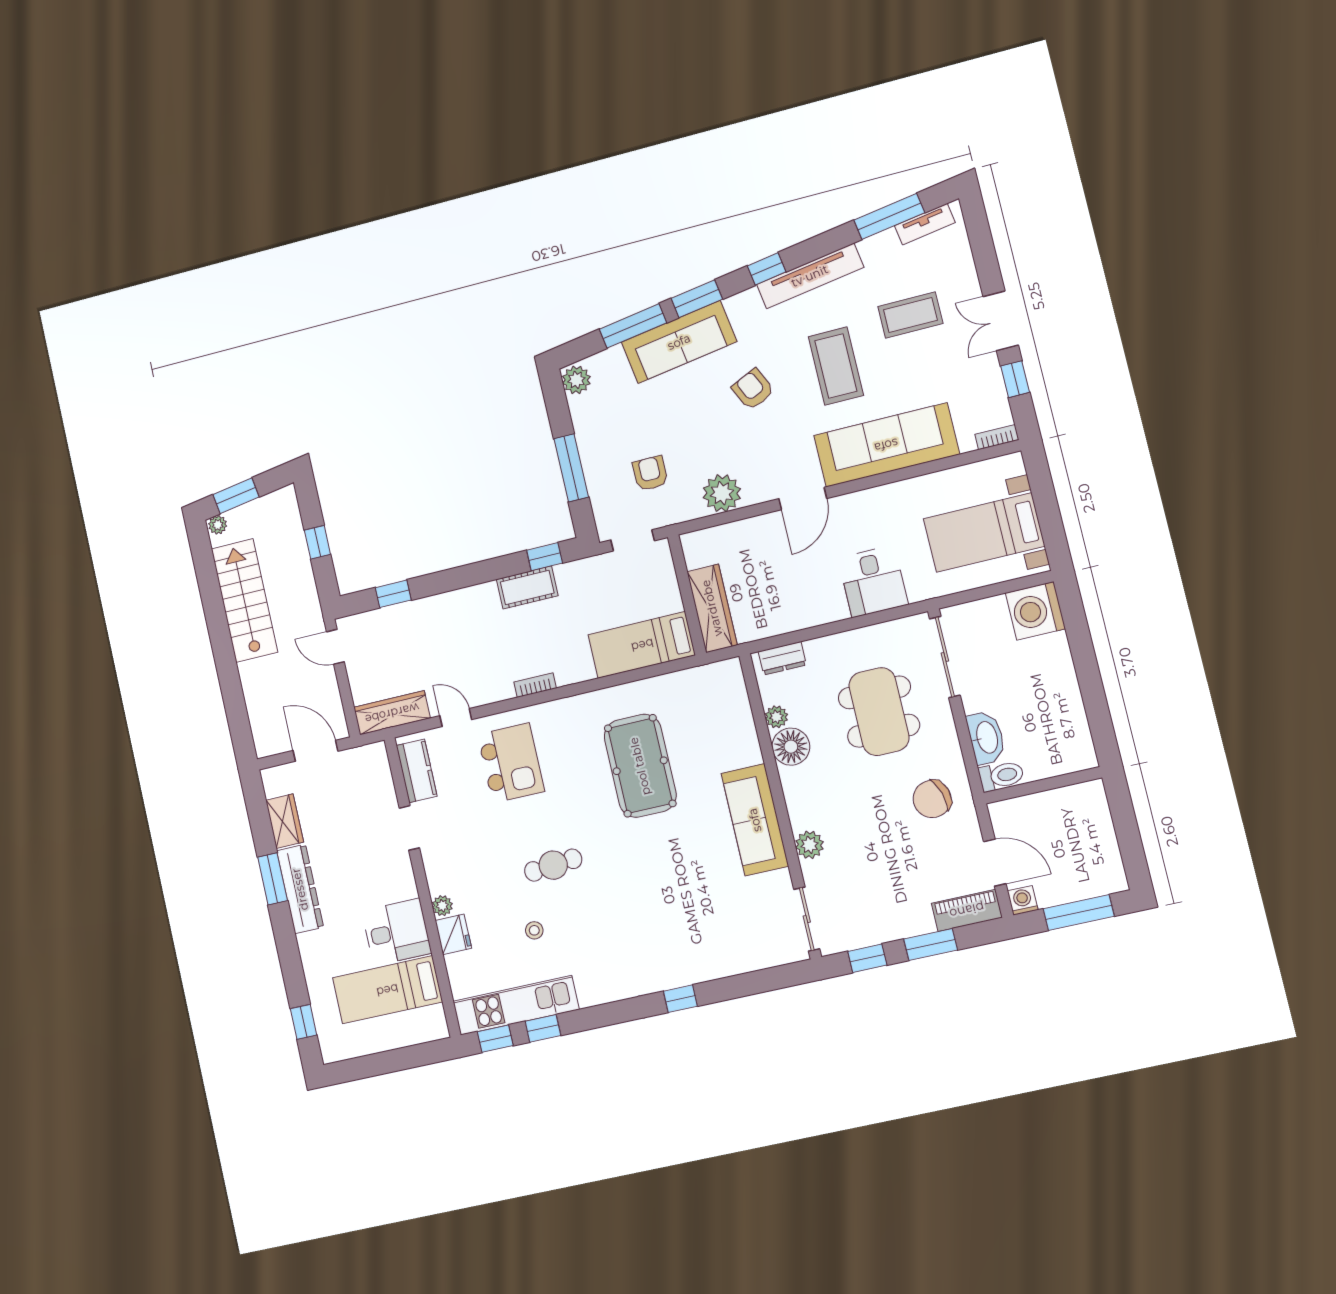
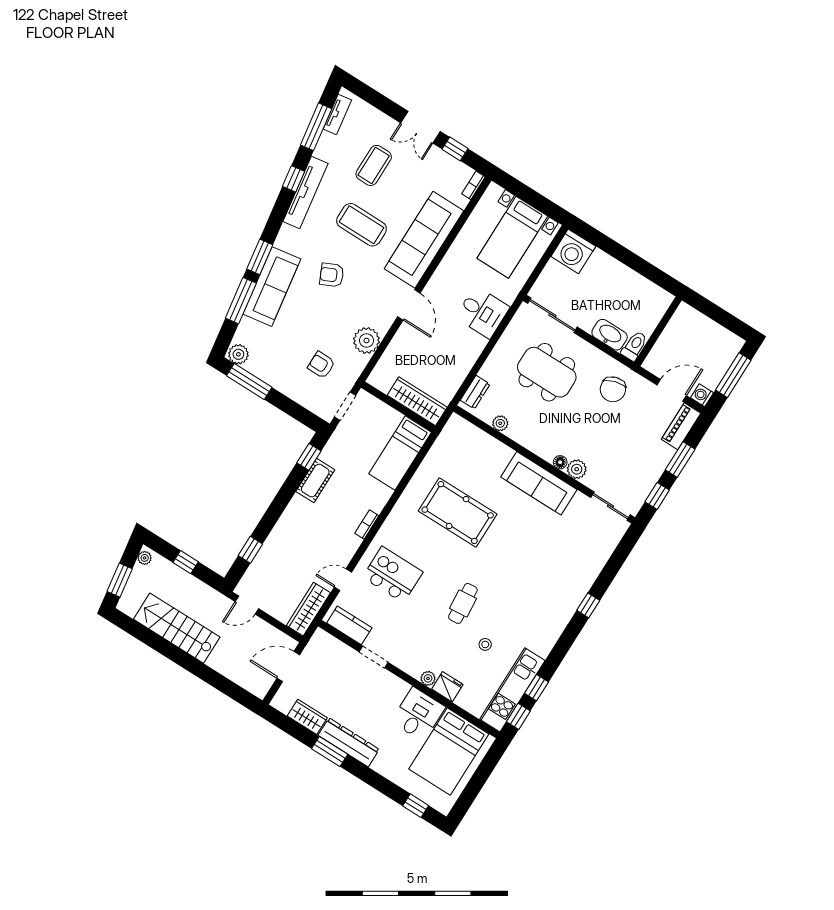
window: (767, 269) -> (294, 179), moved
window: (571, 468) -> (249, 382), moved
plant: (218, 525) -> (145, 558), moved
floor lamp: (791, 747) -> (560, 462), moved, width x0.53, depth x0.53
bed: (387, 990) -> (449, 751), width x1.50

